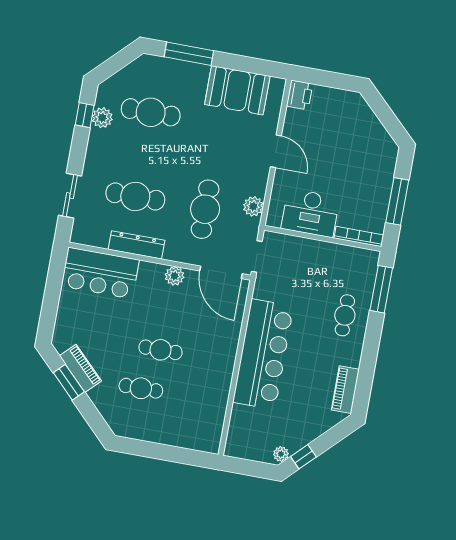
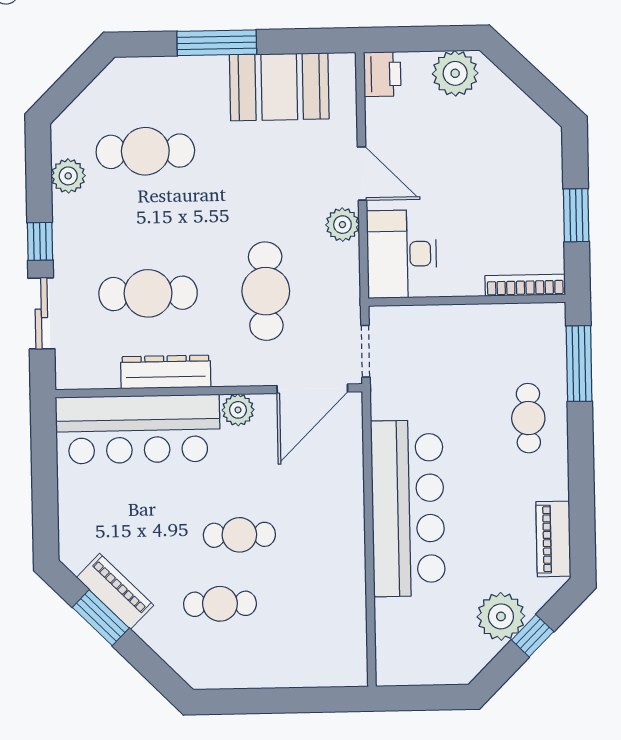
window: (189, 54) -> (217, 43), moved
plant: (343, 103) -> (455, 73), added
window: (85, 115) -> (40, 241), moved
window: (397, 201) -> (576, 215), width x0.69
plant: (253, 206) -> (342, 225), moved
desk: (310, 213) -> (402, 254), moved, turned 90
door: (221, 272) -> (312, 389), hinge flipped
bar counter: (100, 273) -> (138, 429), width x1.36
plant: (281, 454) -> (501, 616), moved, width x1.87, depth x1.87
window: (303, 457) -> (533, 636), moved

